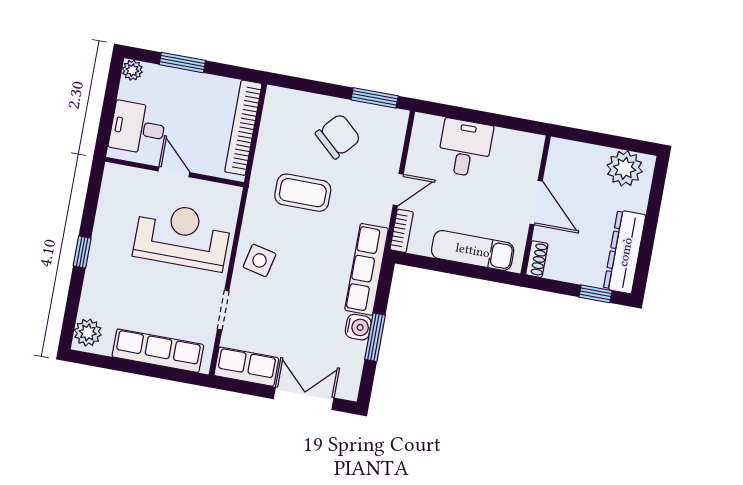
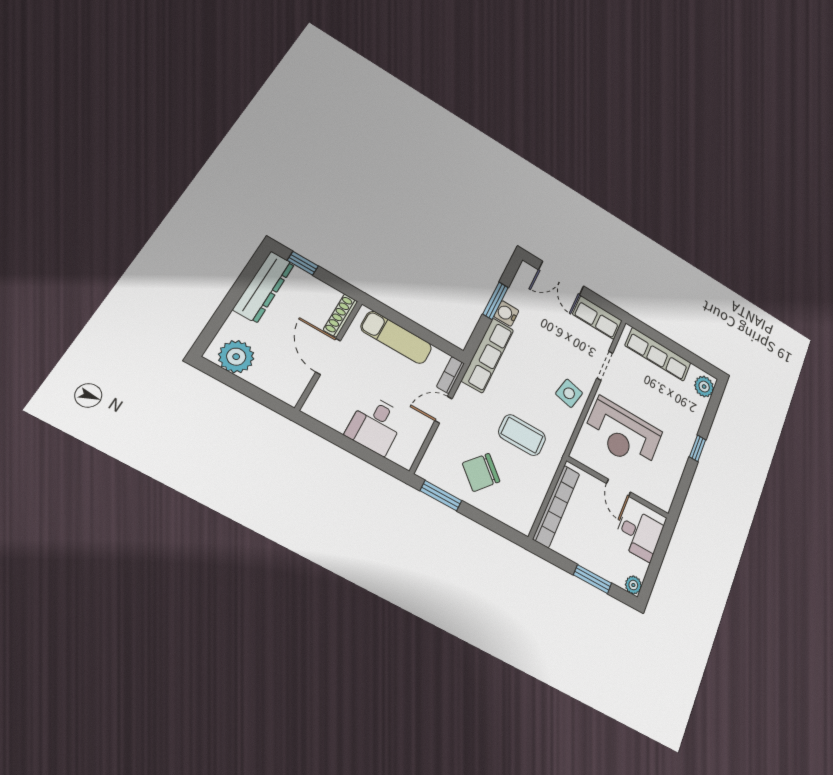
shoe rack: (537, 259) -> (341, 315), width x1.43

